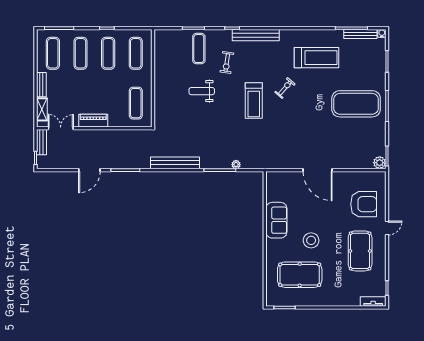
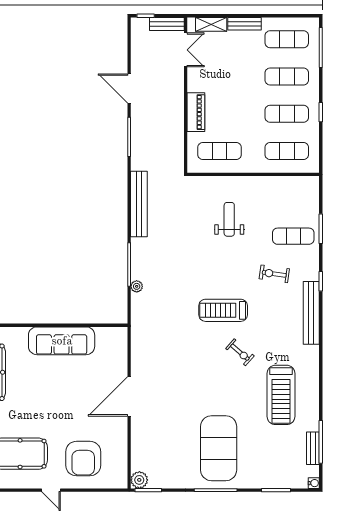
bench: (360, 34) -> (313, 448), width x0.73
weight bench: (202, 91) -> (229, 219), moved
piano: (93, 121) -> (196, 112), moved
sofa: (276, 220) -> (62, 341), width x1.36
stool: (311, 240) -> (34, 388), removed

